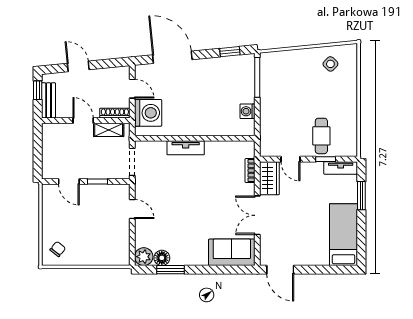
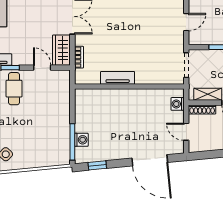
washing machine: (247, 111) -> (81, 140), moved
washing machine: (148, 113) -> (178, 104), width x0.53, depth x0.53
tv unit: (186, 148) -> (118, 78), moved
door: (132, 209) -> (186, 22), swing flipped

